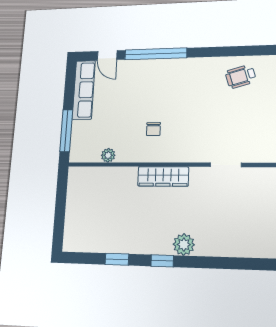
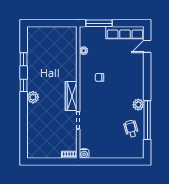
window: (156, 54) -> (147, 120), moved
plant: (200, 66) -> (138, 105), added
wardrobe: (163, 176) -> (71, 96), moved

